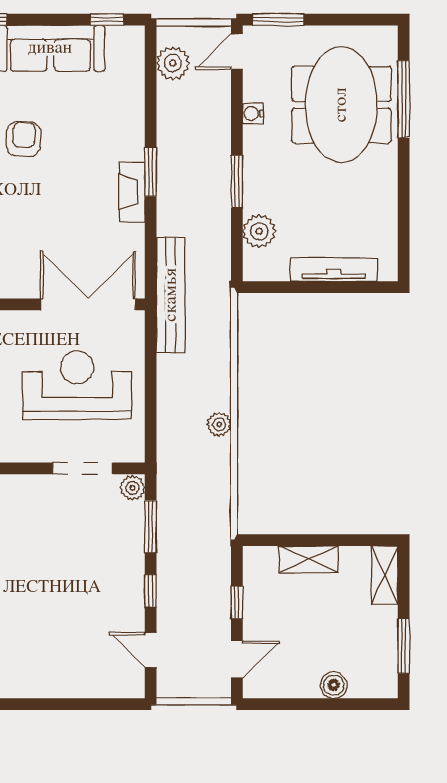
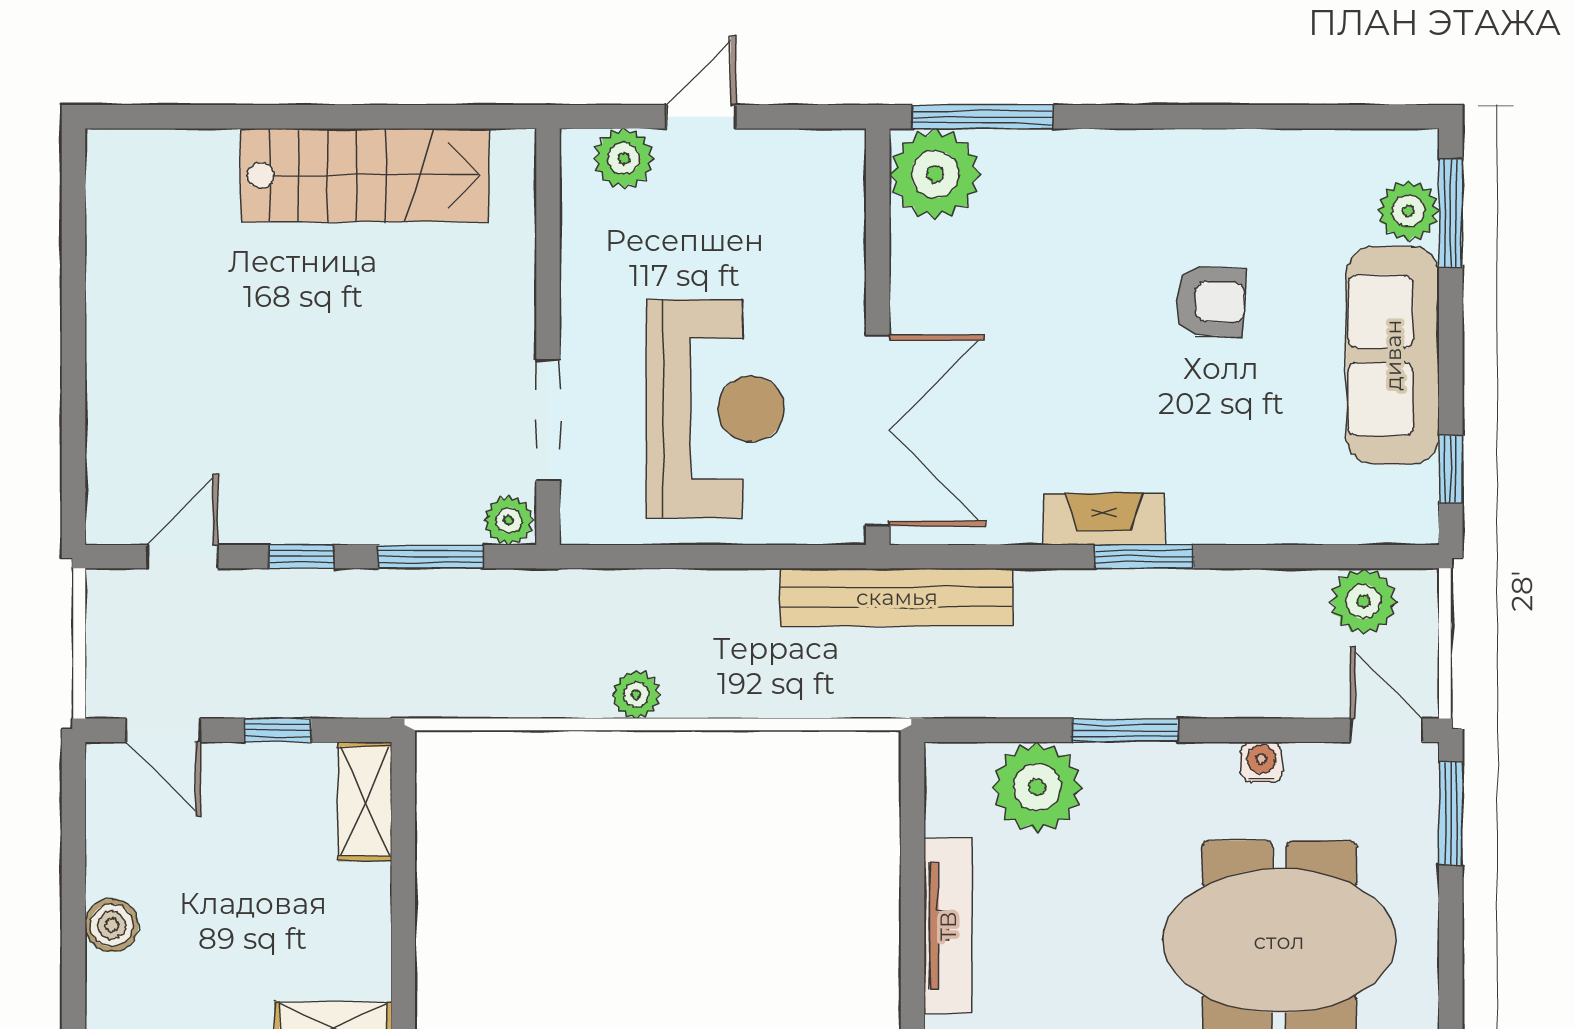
plant: (259, 231) -> (1037, 787), width x1.36, depth x1.36
shelving: (309, 559) -> (365, 801), moved

